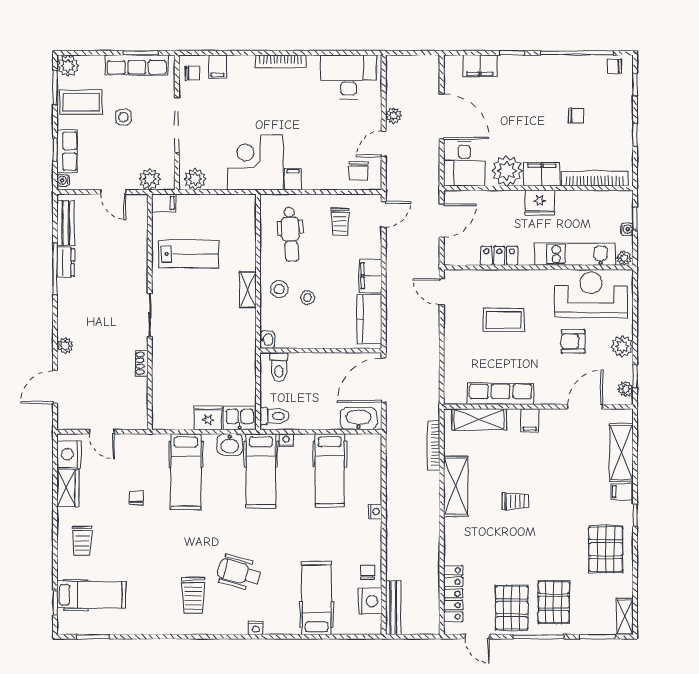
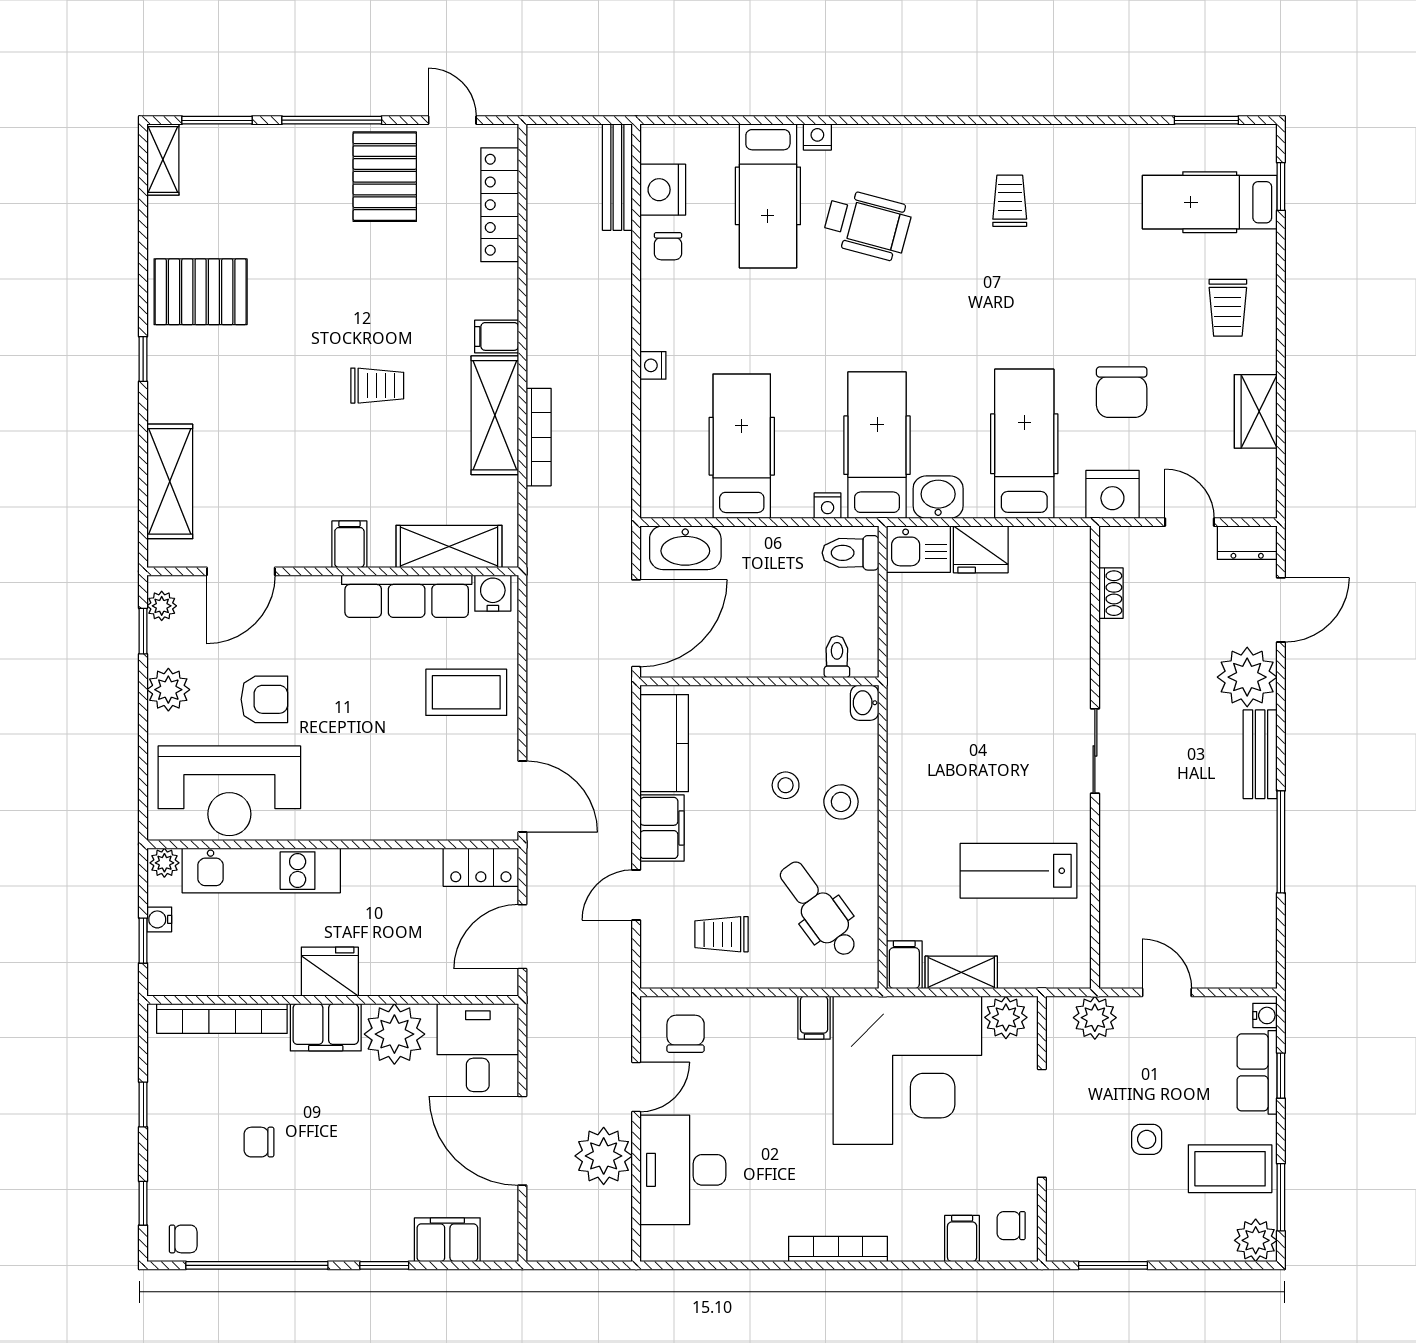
row of seats: (137, 65) -> (1121, 1242), removed
desk: (349, 77) -> (683, 1170), moved, turned 90
plant: (393, 115) -> (604, 1156), width x1.87, depth x1.87
corner desk: (255, 162) -> (907, 1070), width x1.36, depth x1.36
filing cabinet: (164, 203) -> (904, 965), moved, turned 90
door: (384, 214) -> (636, 895), moved
trolley: (340, 222) -> (722, 934), turned -90
bench: (66, 223) -> (1260, 754), moved
dental chair: (291, 234) -> (819, 909), turned -32
locker: (499, 256) -> (481, 867), moved
dresser: (66, 262) -> (1247, 543), moved, turned -90
shelving: (248, 290) -> (961, 972), moved, turned 90
door: (442, 292) -> (522, 797), width x1.38
coffee table: (504, 320) -> (466, 692), moved
plant: (65, 346) -> (1247, 677), width x1.88, depth x1.88
shoe rack: (142, 363) -> (1111, 593), moved
toilet: (279, 367) -> (837, 657), width x0.73, depth x0.72
water cooler: (457, 395) -> (493, 593), added
bookcase: (433, 445) -> (539, 437), moved
nightstand: (69, 454) -> (1112, 494), moved, turned 90
filing cabinet: (622, 492) -> (497, 336), moved, turned 180
chair: (136, 498) -> (1122, 392), width x1.87, depth x1.87
trolley: (516, 501) -> (377, 386), turned 180
trolley: (82, 541) -> (1228, 308), turned 180
pallet: (606, 549) -> (201, 292), turned 90
wheelchair: (239, 572) -> (867, 225), moved
trolley: (193, 595) -> (1010, 201), width x0.73, depth x0.72
pallet: (554, 602) -> (302, 188), removed
nightstand: (256, 628) -> (817, 137), moved

